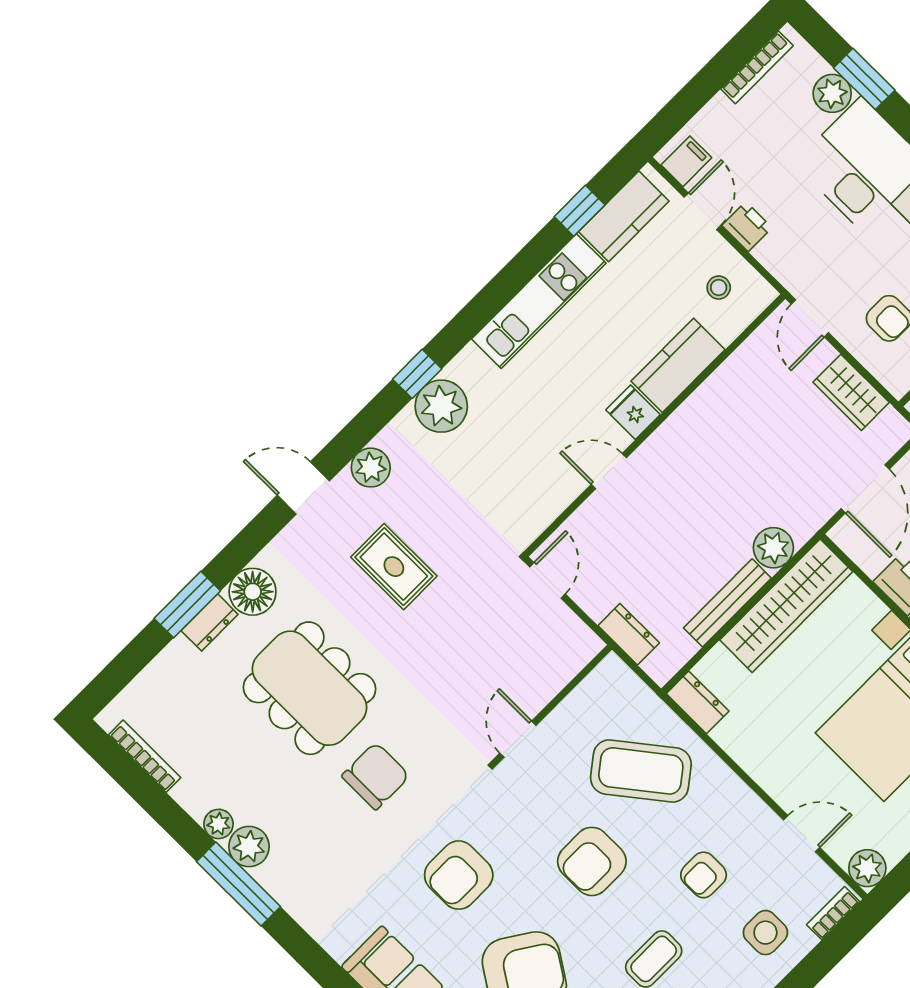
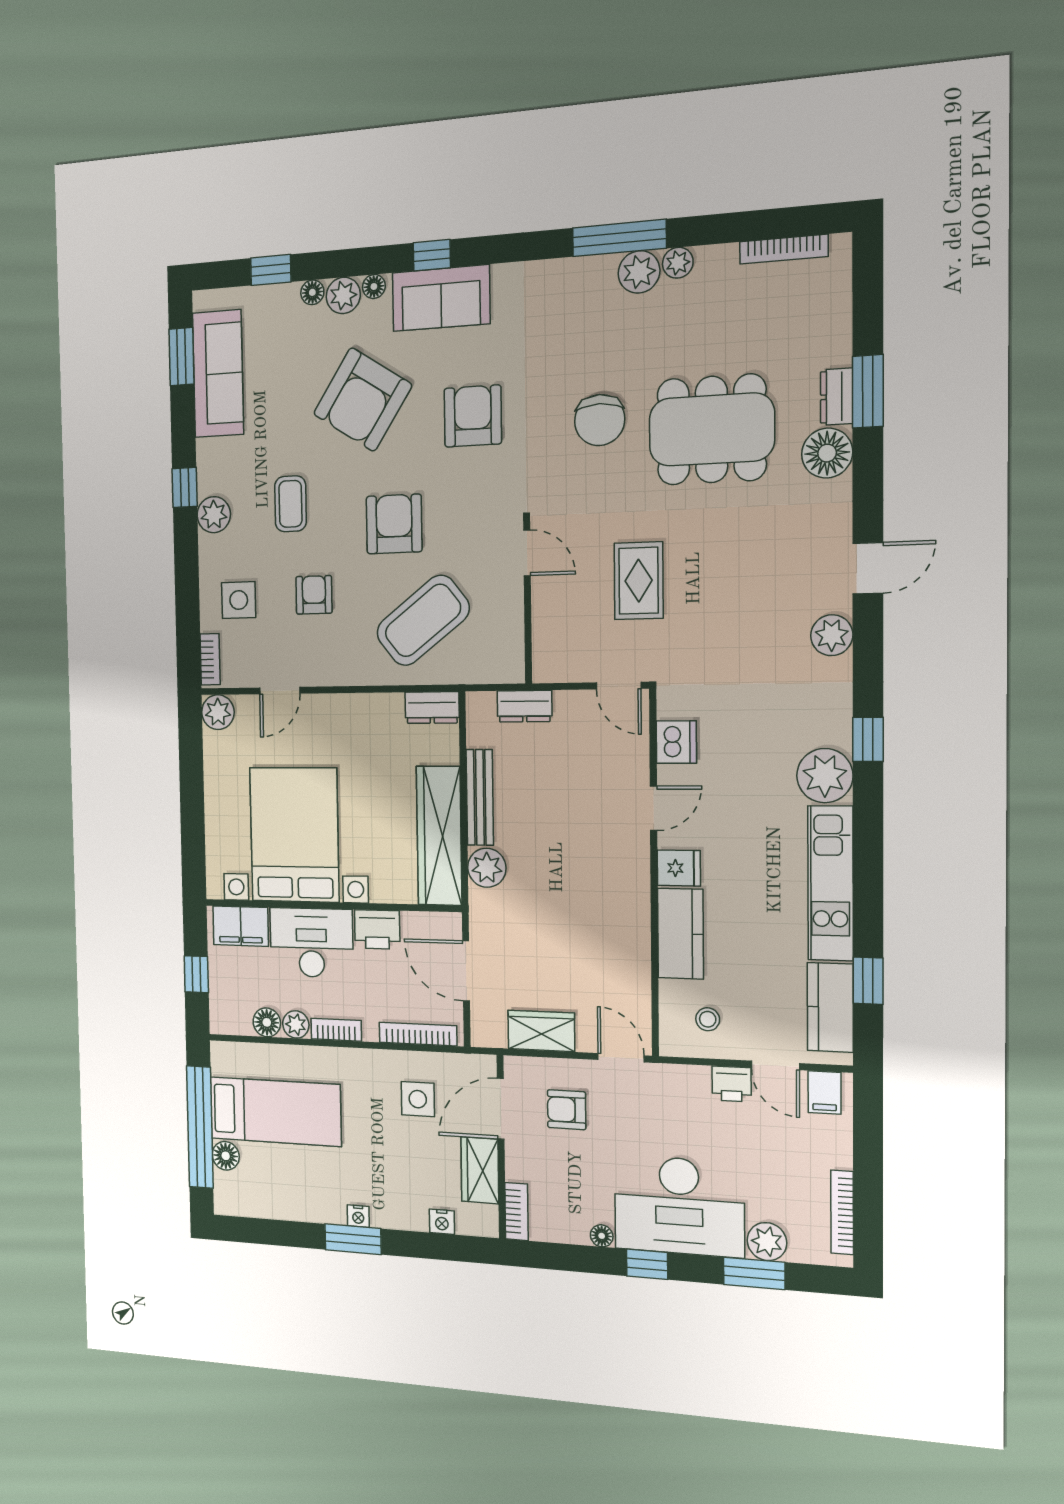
plant: (441, 406) -> (825, 776), moved
dishwasher: (547, 501) -> (676, 742), added
rug: (394, 567) -> (639, 581), moved, turned 90

